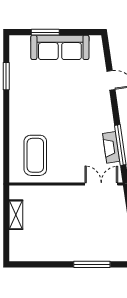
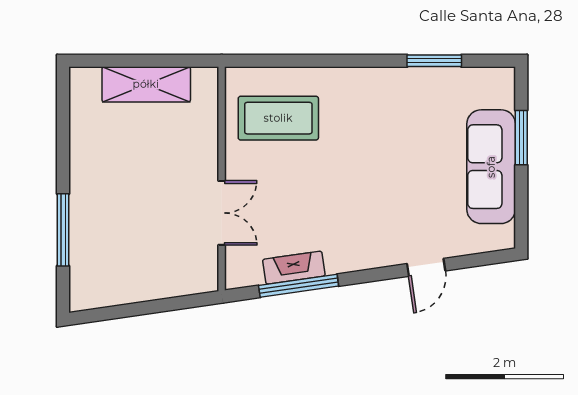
double door: (101, 184) -> (222, 213), moved
shelving: (16, 215) -> (146, 84), width x1.50, depth x1.33

